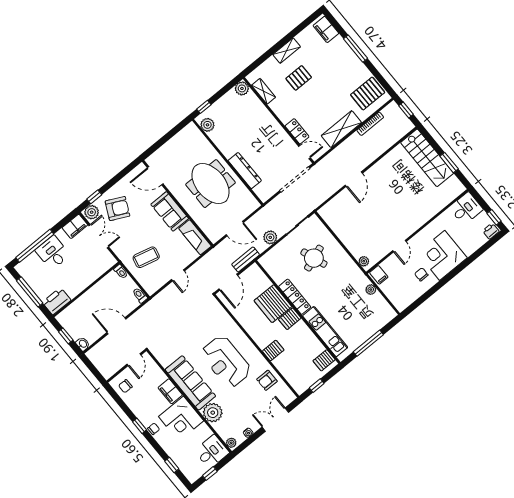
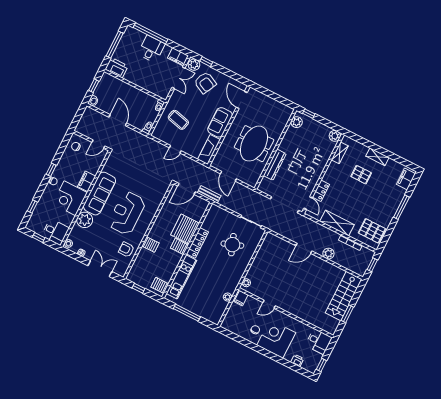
printer: (491, 231) -> (297, 361), moved
plant: (270, 237) -> (328, 254), moved

